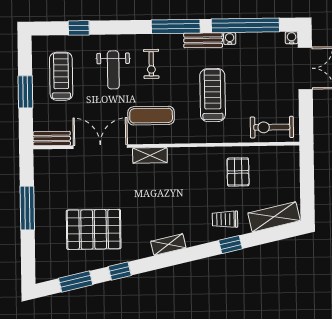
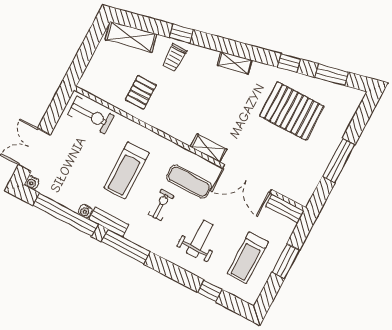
exercise bike: (151, 64) -> (161, 205), moved
trolley: (225, 219) -> (174, 58), turned 90

